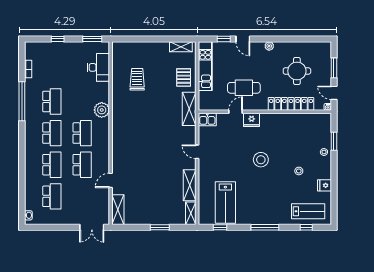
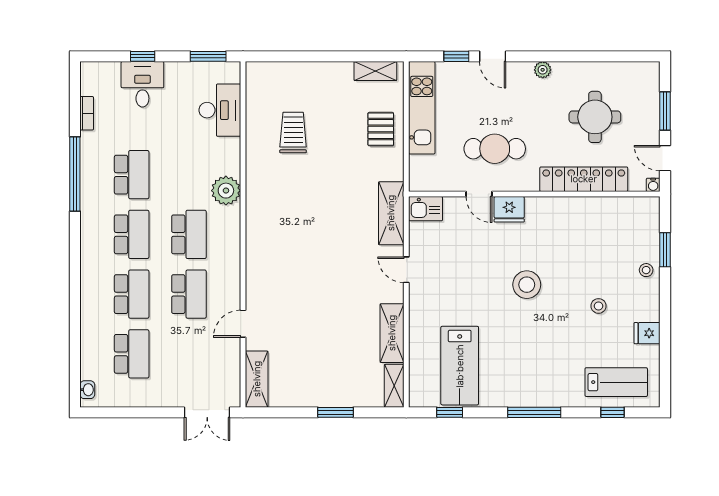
desk: (58, 54) -> (142, 84), added
shelving: (189, 109) -> (391, 213), moved
door: (236, 112) -> (479, 194), swing flipped

